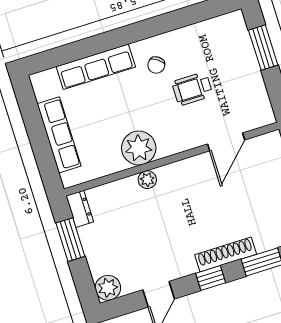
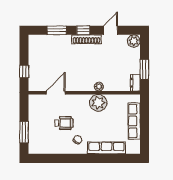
shoe rack: (226, 254) -> (87, 39), moved

